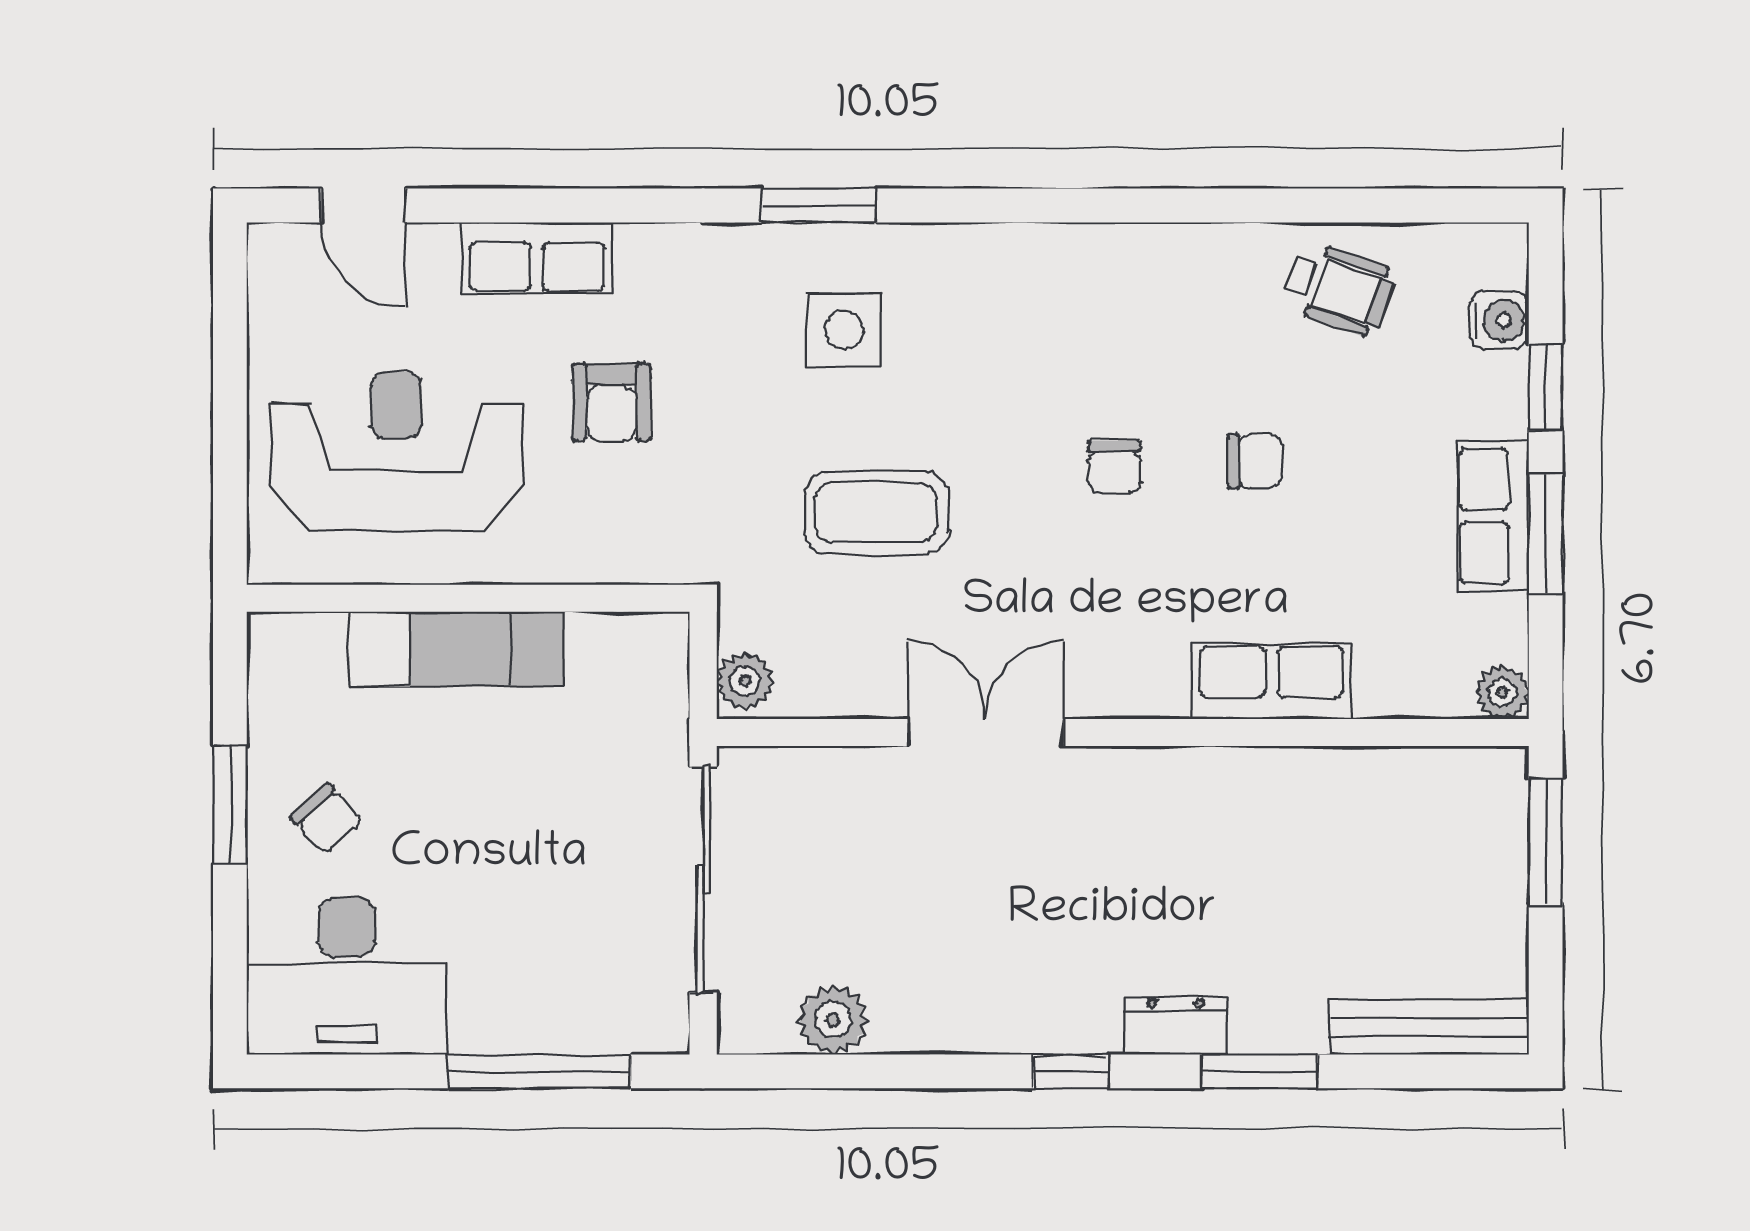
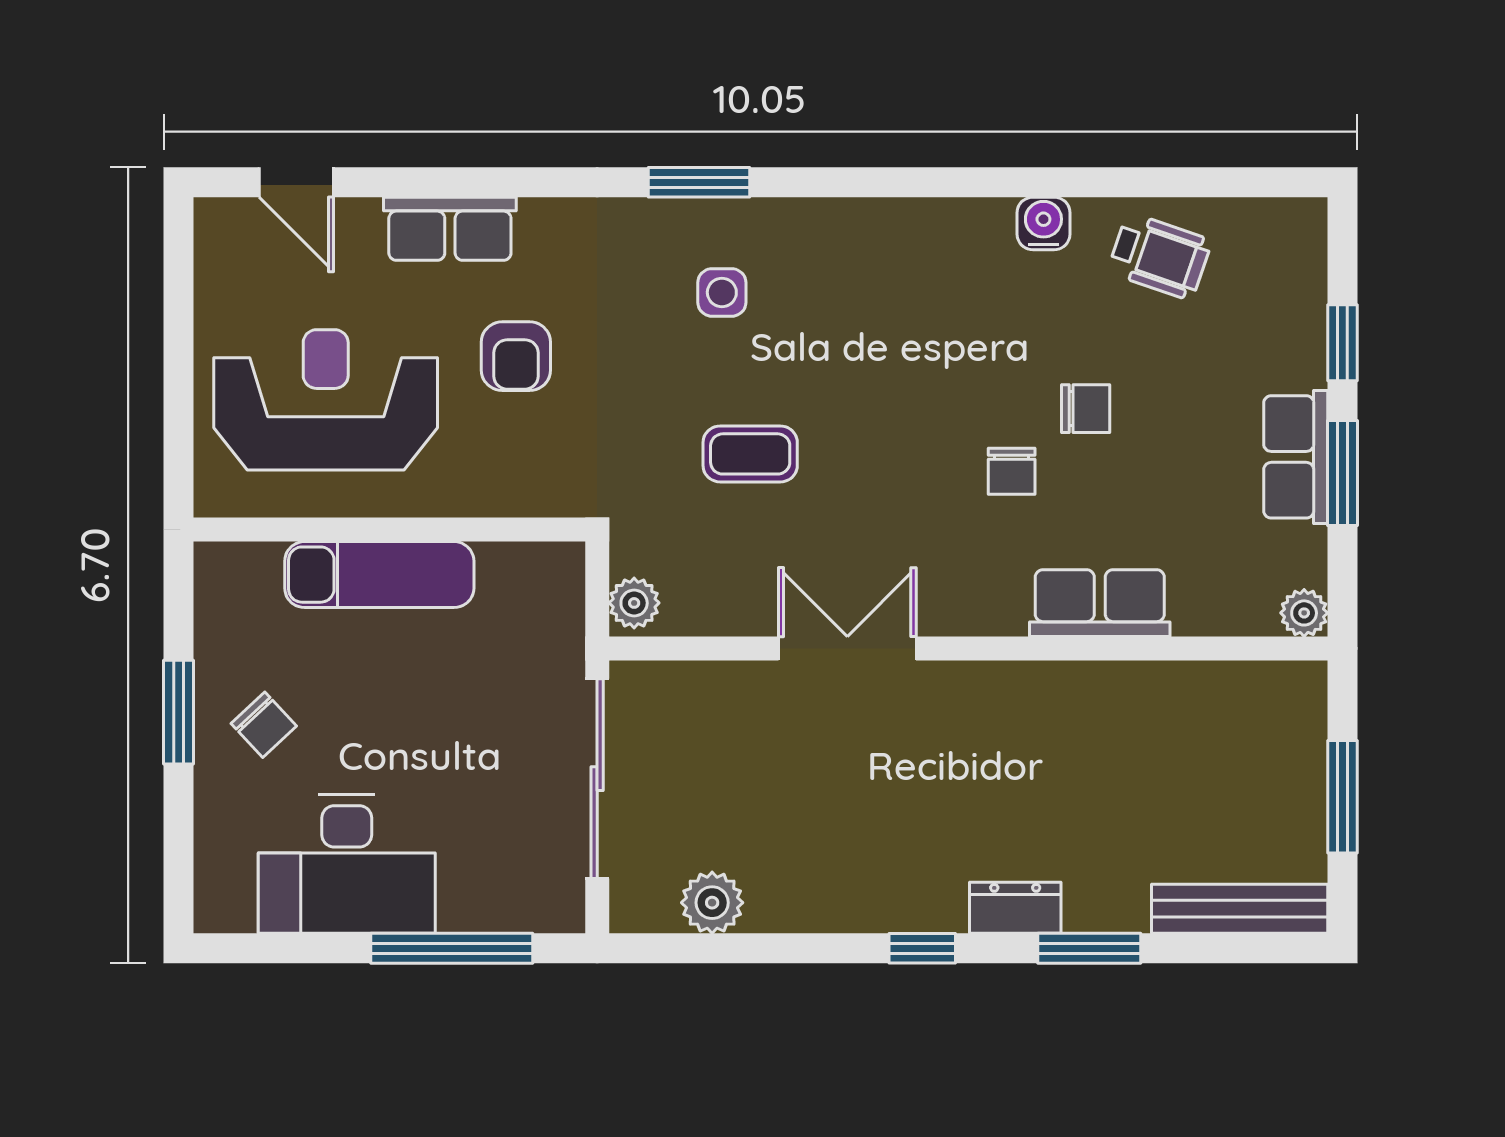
water cooler: (1499, 320) -> (1043, 223), moved, turned -90
side table: (844, 330) -> (722, 292), width x0.73, depth x0.73
chair: (1114, 467) -> (1012, 471), moved
coffee table: (876, 513) -> (750, 454), width x0.73, depth x0.77
window: (1546, 842) -> (1342, 797), moved
desk: (347, 976) -> (347, 864), moved

